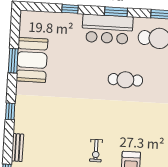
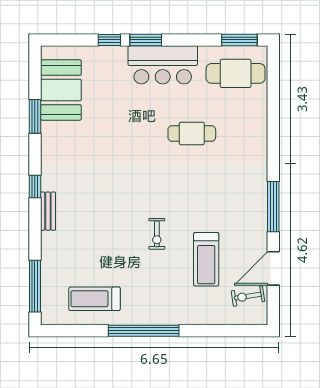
window: (116, 12) -> (146, 40), moved
booth: (32, 60) -> (61, 90), moved
bench: (17, 148) -> (48, 211), moved

